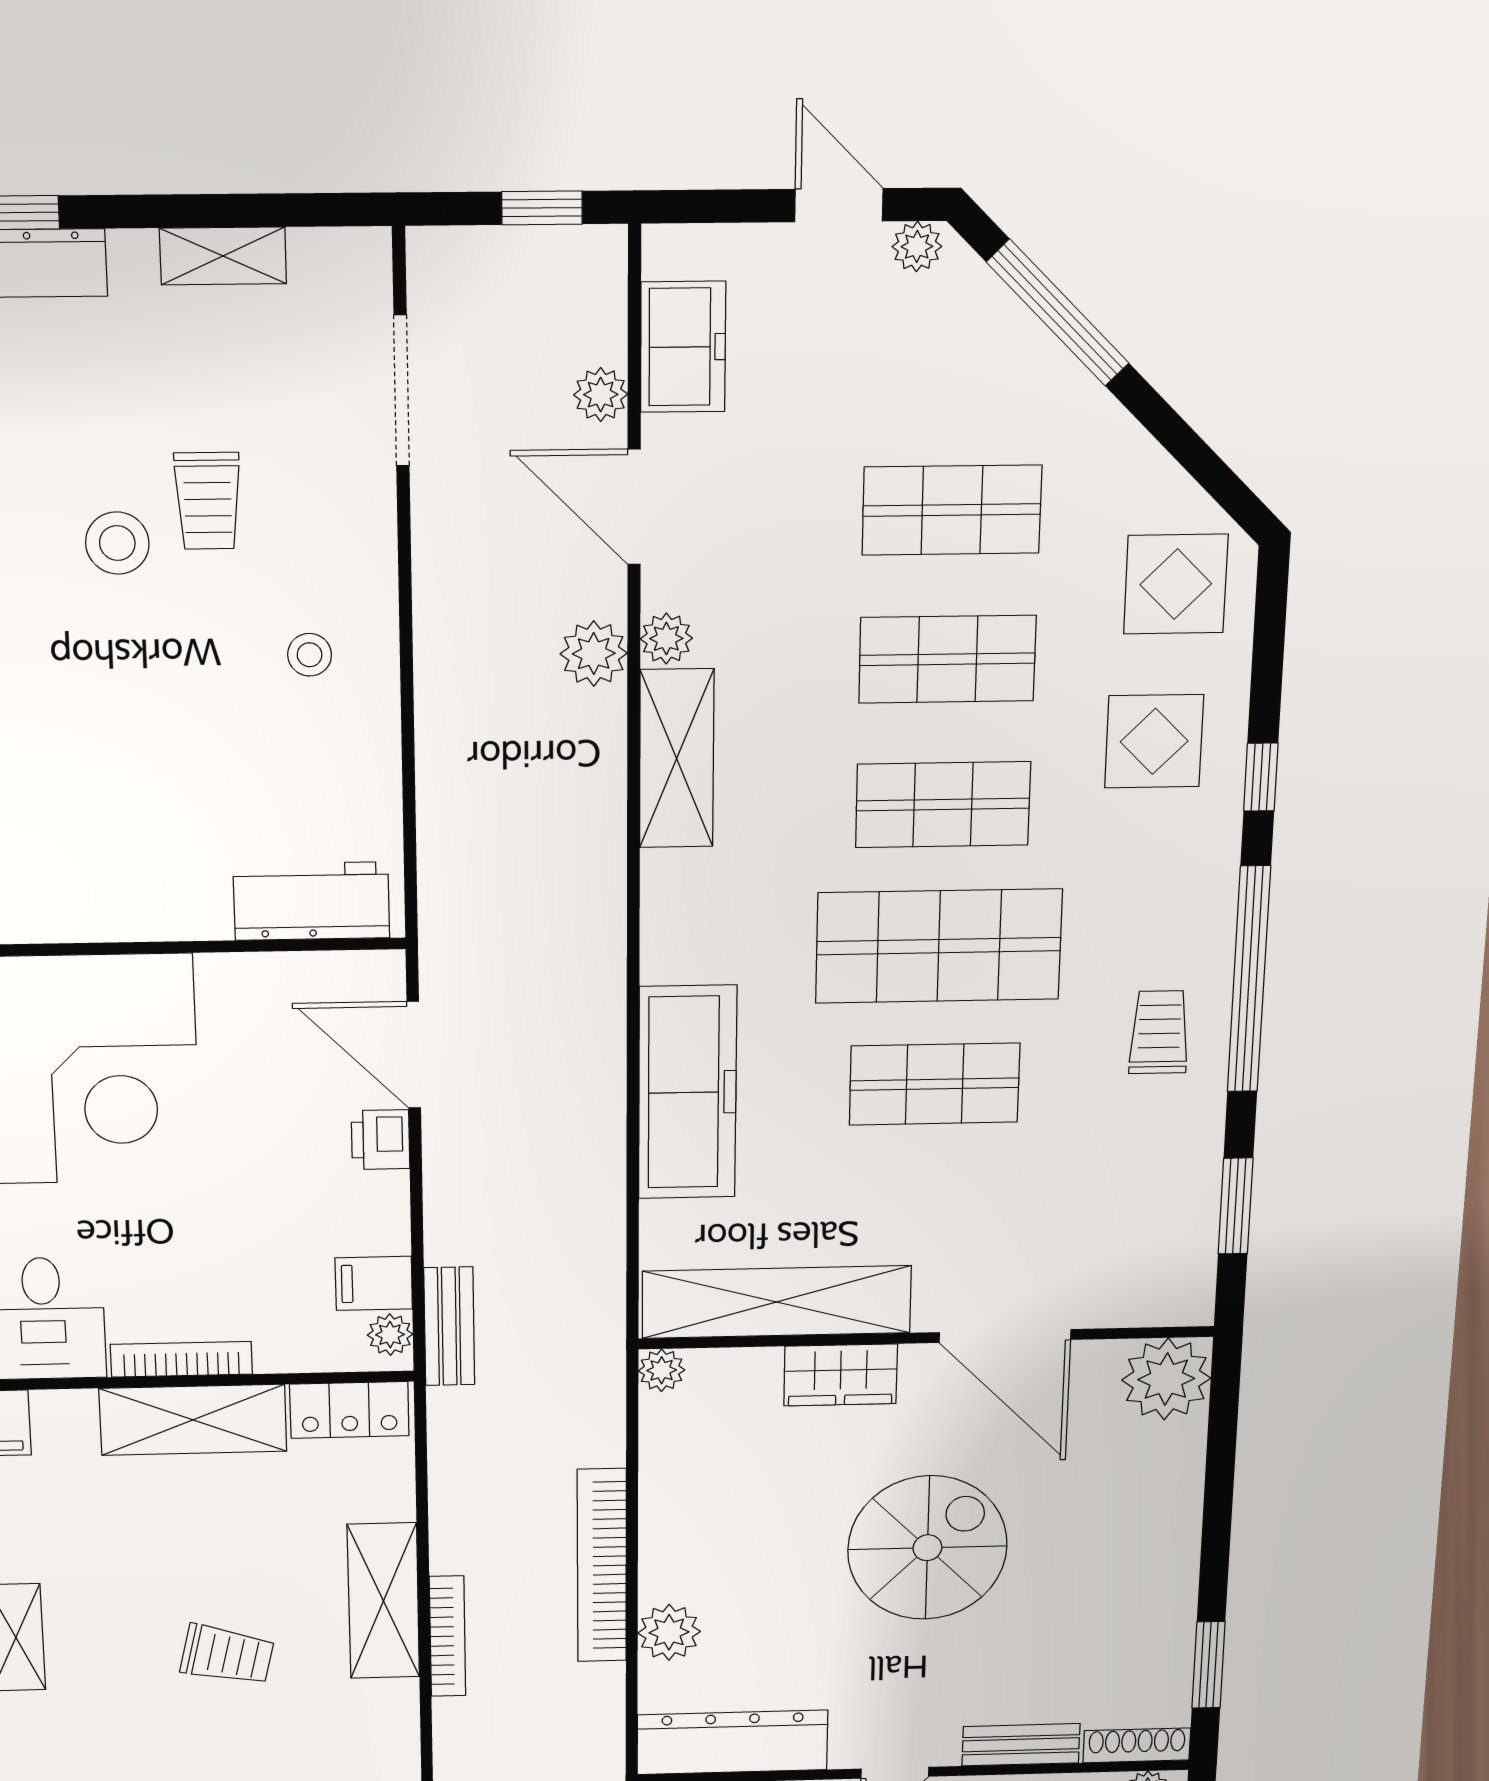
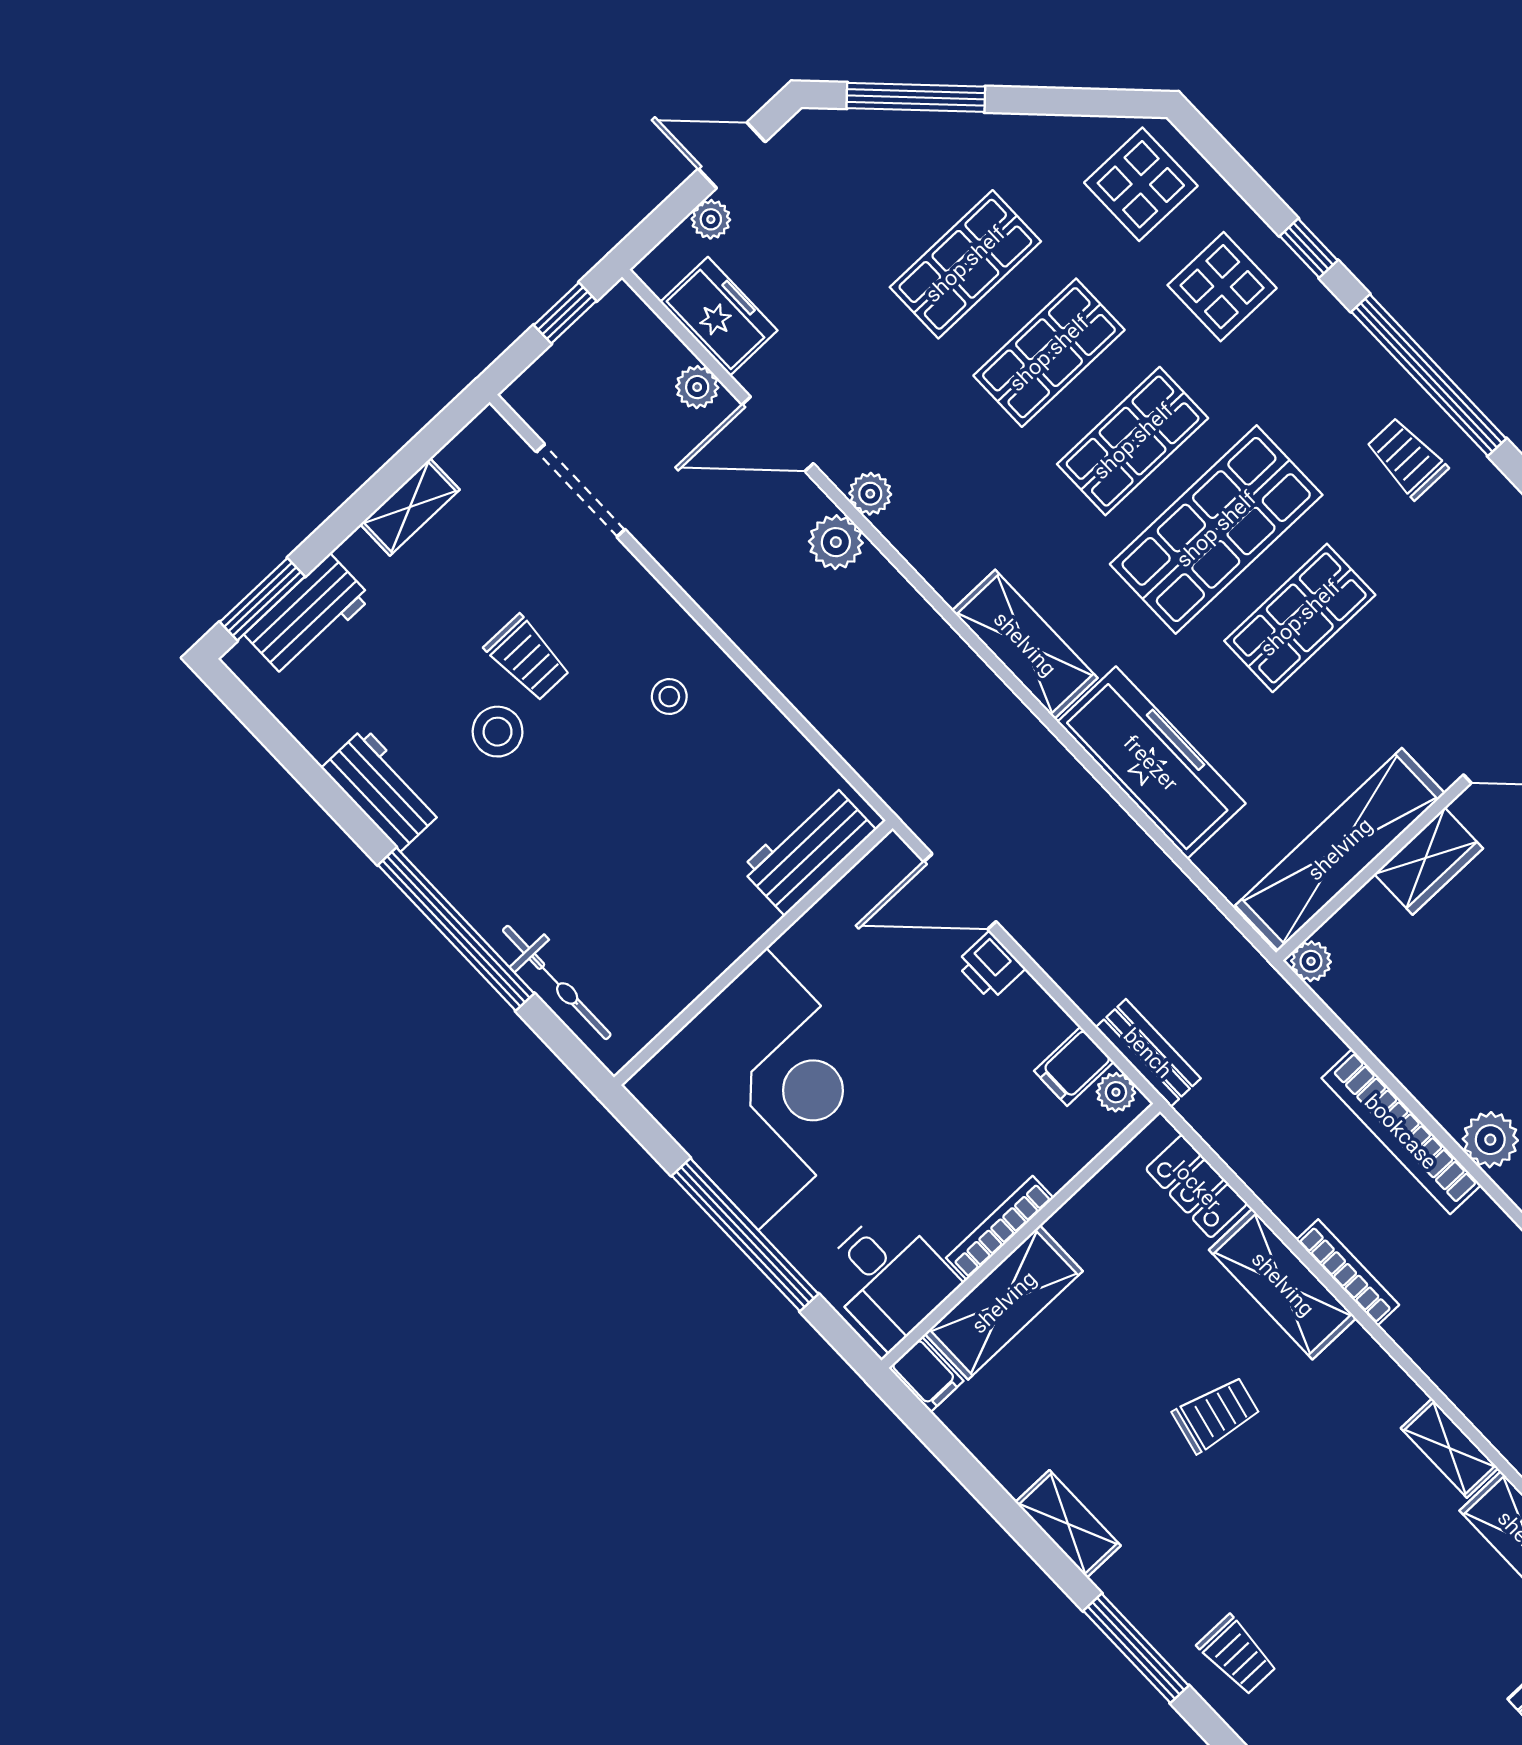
plant: (917, 246) -> (711, 219), moved
shelving: (677, 759) -> (1025, 644), moved
locker: (349, 1410) -> (1197, 1186), moved, turned 90
shelving: (193, 1420) -> (1004, 1302), moved

